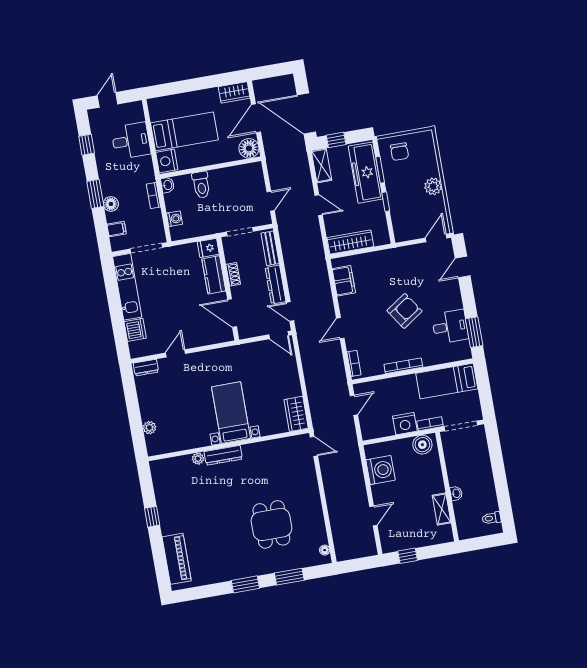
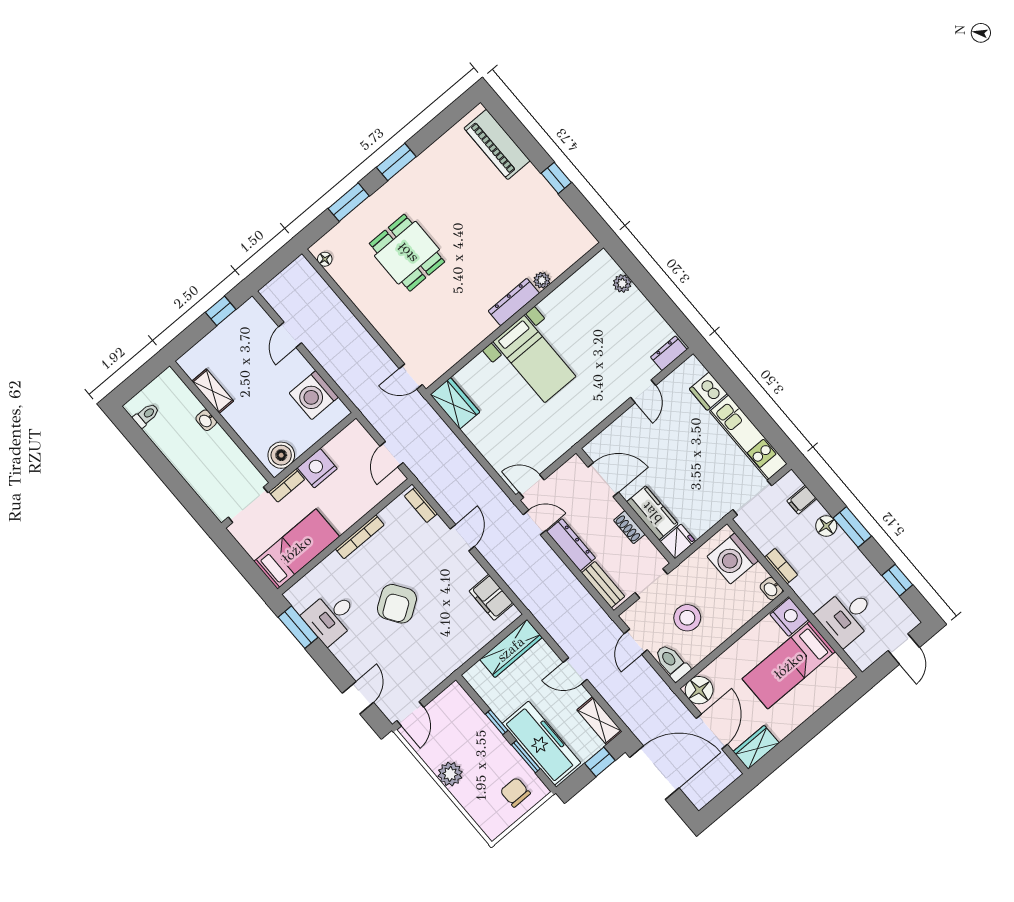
toilet: (201, 185) -> (672, 663), moved
stool: (230, 197) -> (687, 618), added
washing machine: (174, 219) -> (733, 558), width x1.89, depth x1.89

